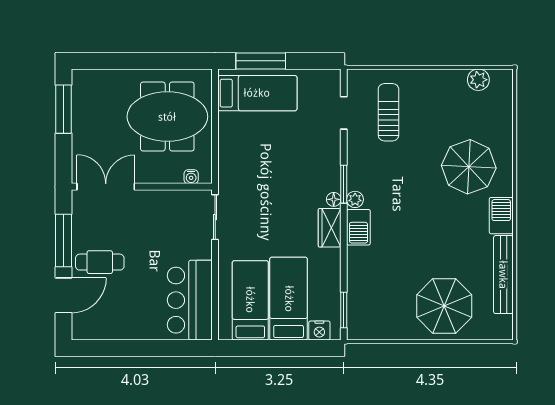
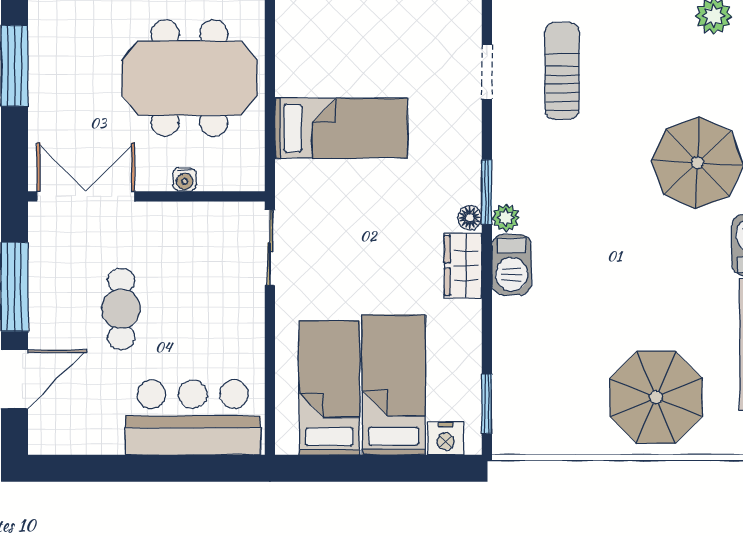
bed: (257, 93) -> (341, 128), moved
water cooler: (191, 177) -> (185, 179), moved
cafe table: (100, 262) -> (121, 309), moved, turned 90
bar counter: (190, 300) -> (193, 417), moved, turned 90

